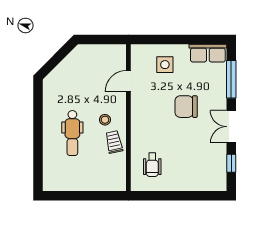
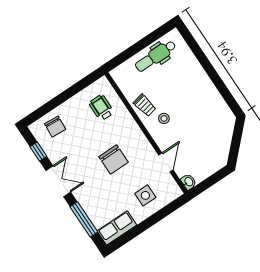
washbasin: (120, 51) -> (189, 182), added
chair: (186, 107) -> (114, 159), moved, turned 90
dental chair: (72, 133) -> (156, 56), moved, turned -90
chair: (203, 175) -> (55, 127), added

